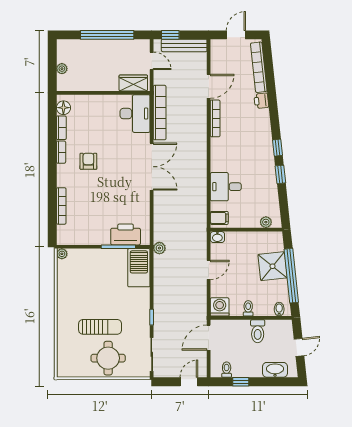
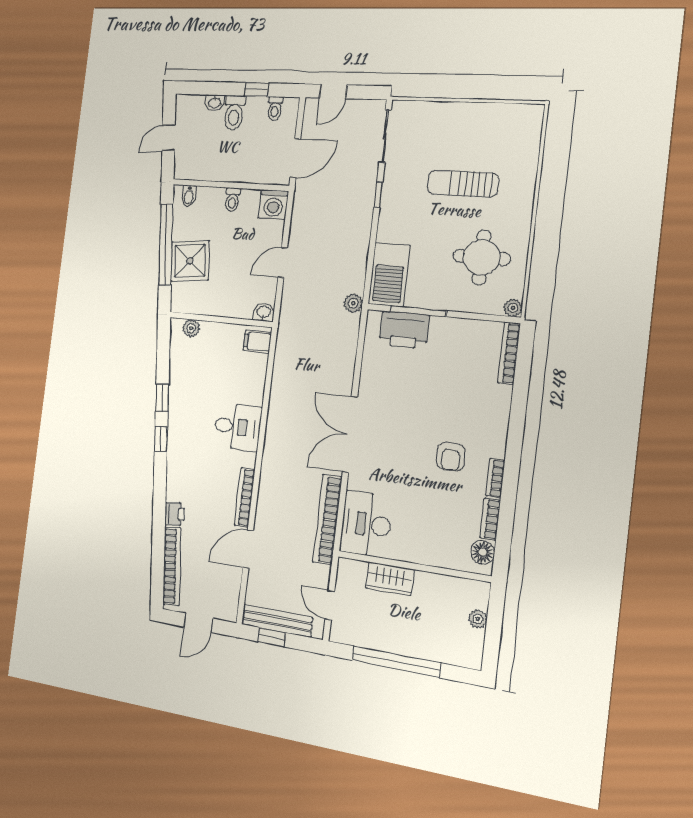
window: (170, 35) -> (272, 637), moved
wardrobe: (133, 83) -> (390, 579), moved
desk: (226, 187) -> (237, 427), moved
bookcase: (61, 206) -> (509, 353), moved
toilet: (258, 331) -> (234, 113), moved, turned 180
round table: (108, 358) -> (482, 257), moved
washbasin: (275, 370) -> (215, 103), width x0.52, depth x0.69

